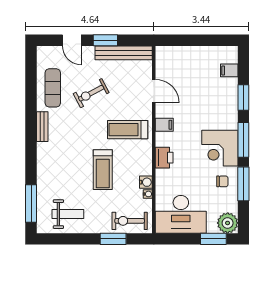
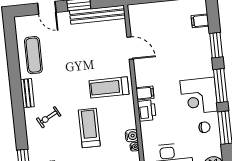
exercise bike: (91, 93) -> (49, 117), moved, width x0.73, depth x0.72
filing cabinet: (164, 125) -> (145, 93), moved
treadmill: (103, 170) -> (89, 128), turned 180

